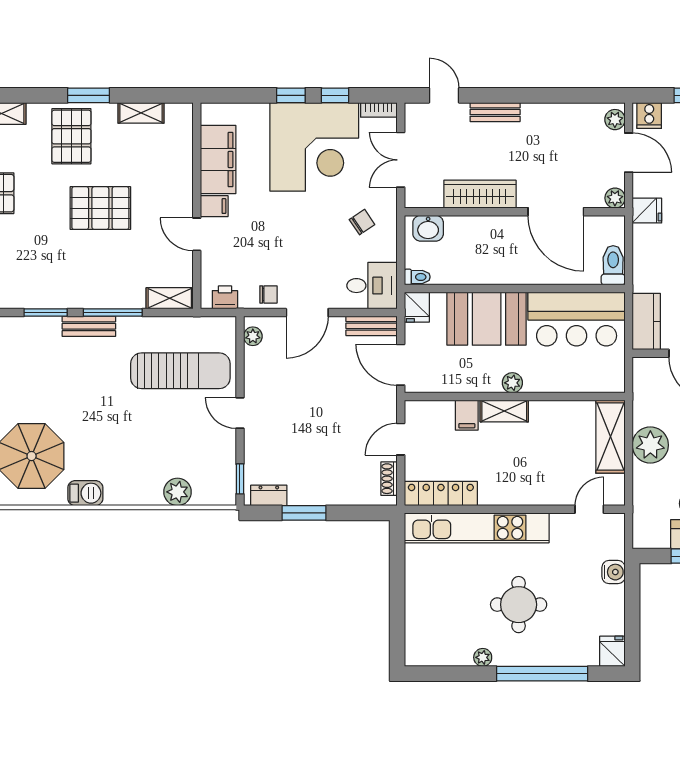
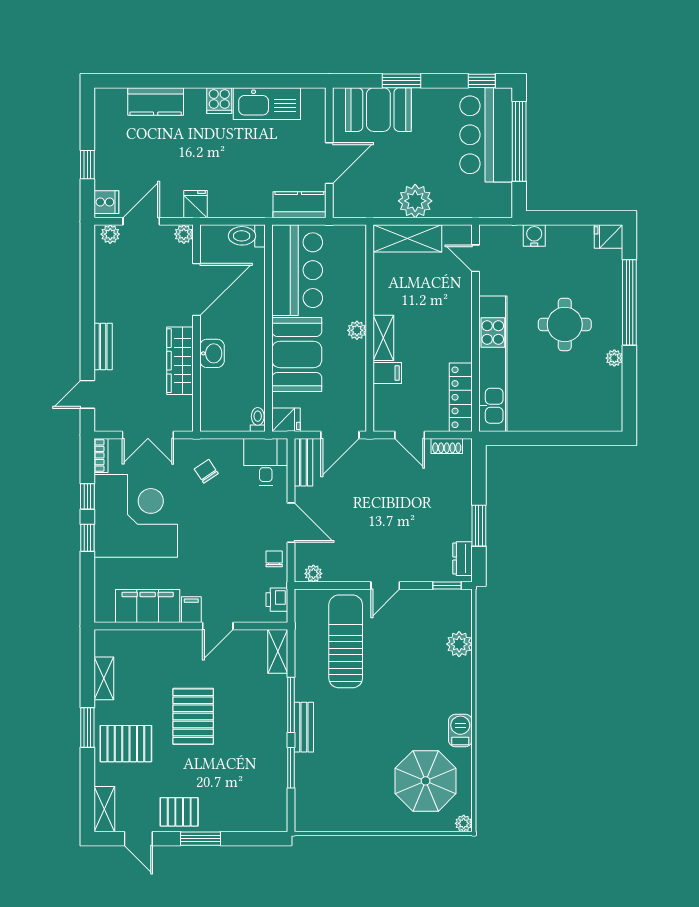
washbasin: (428, 228) -> (212, 353), moved

